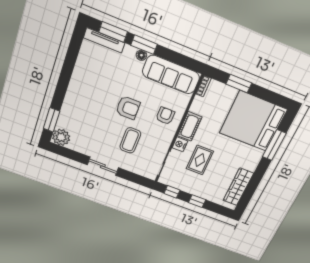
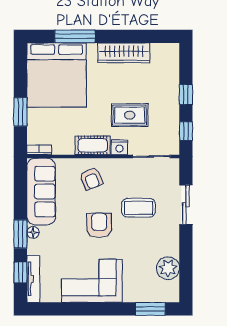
window: (113, 32) -> (20, 272), width x0.67
corner sofa: (87, 86) -> (92, 281), added
armchair: (165, 116) -> (91, 179), turned -113
plant: (61, 137) -> (168, 268), moved
sliding door: (103, 166) -> (186, 205), moved
wardrobe: (238, 187) -> (124, 53), moved

